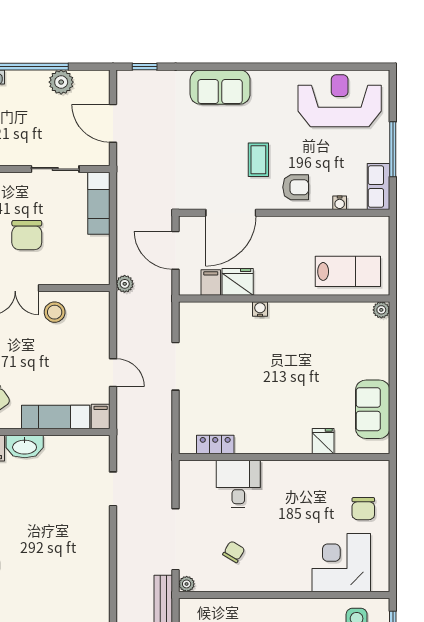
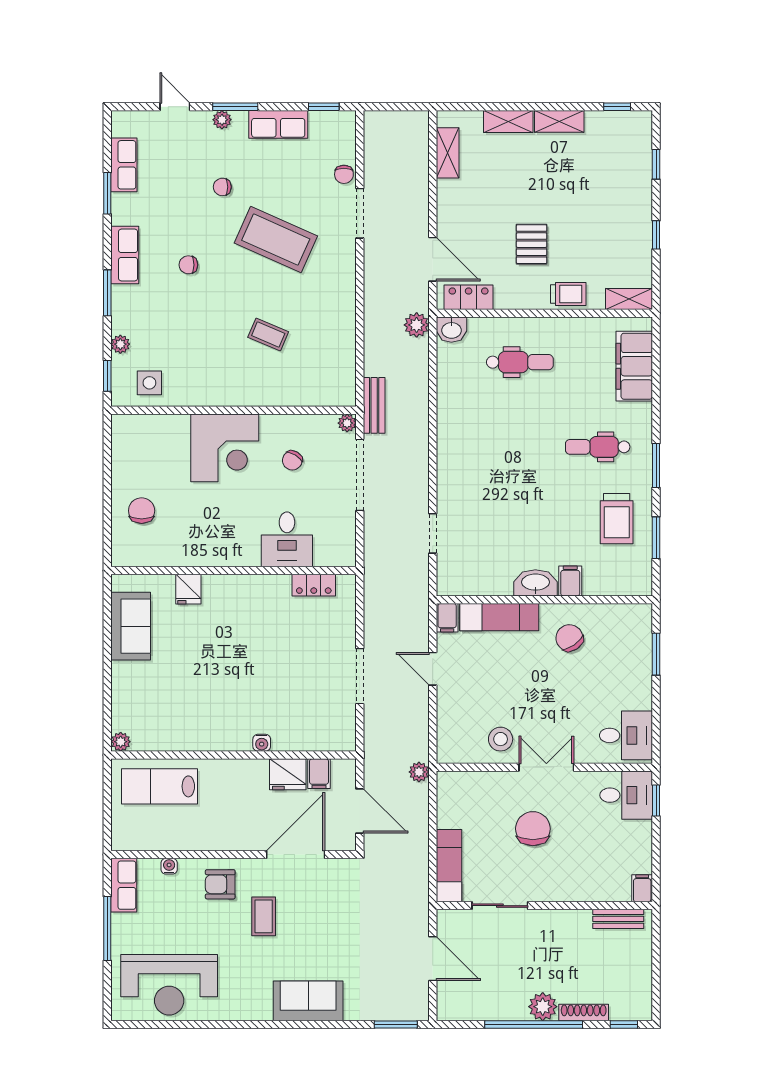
window: (145, 67) -> (396, 1025), width x1.50
plant: (61, 82) -> (543, 1007), moved
corner desk: (341, 563) -> (225, 448), moved

